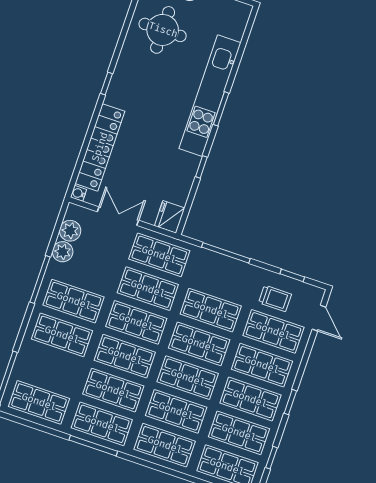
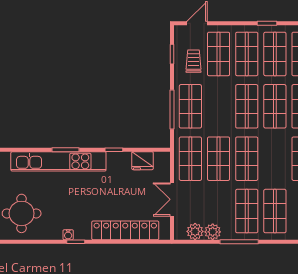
water cooler: (79, 193) -> (68, 235), moved
fridge: (170, 217) -> (143, 161), moved
shop shelf: (211, 310) -> (190, 106), moved
shop shelf: (125, 356) -> (275, 159), removed

